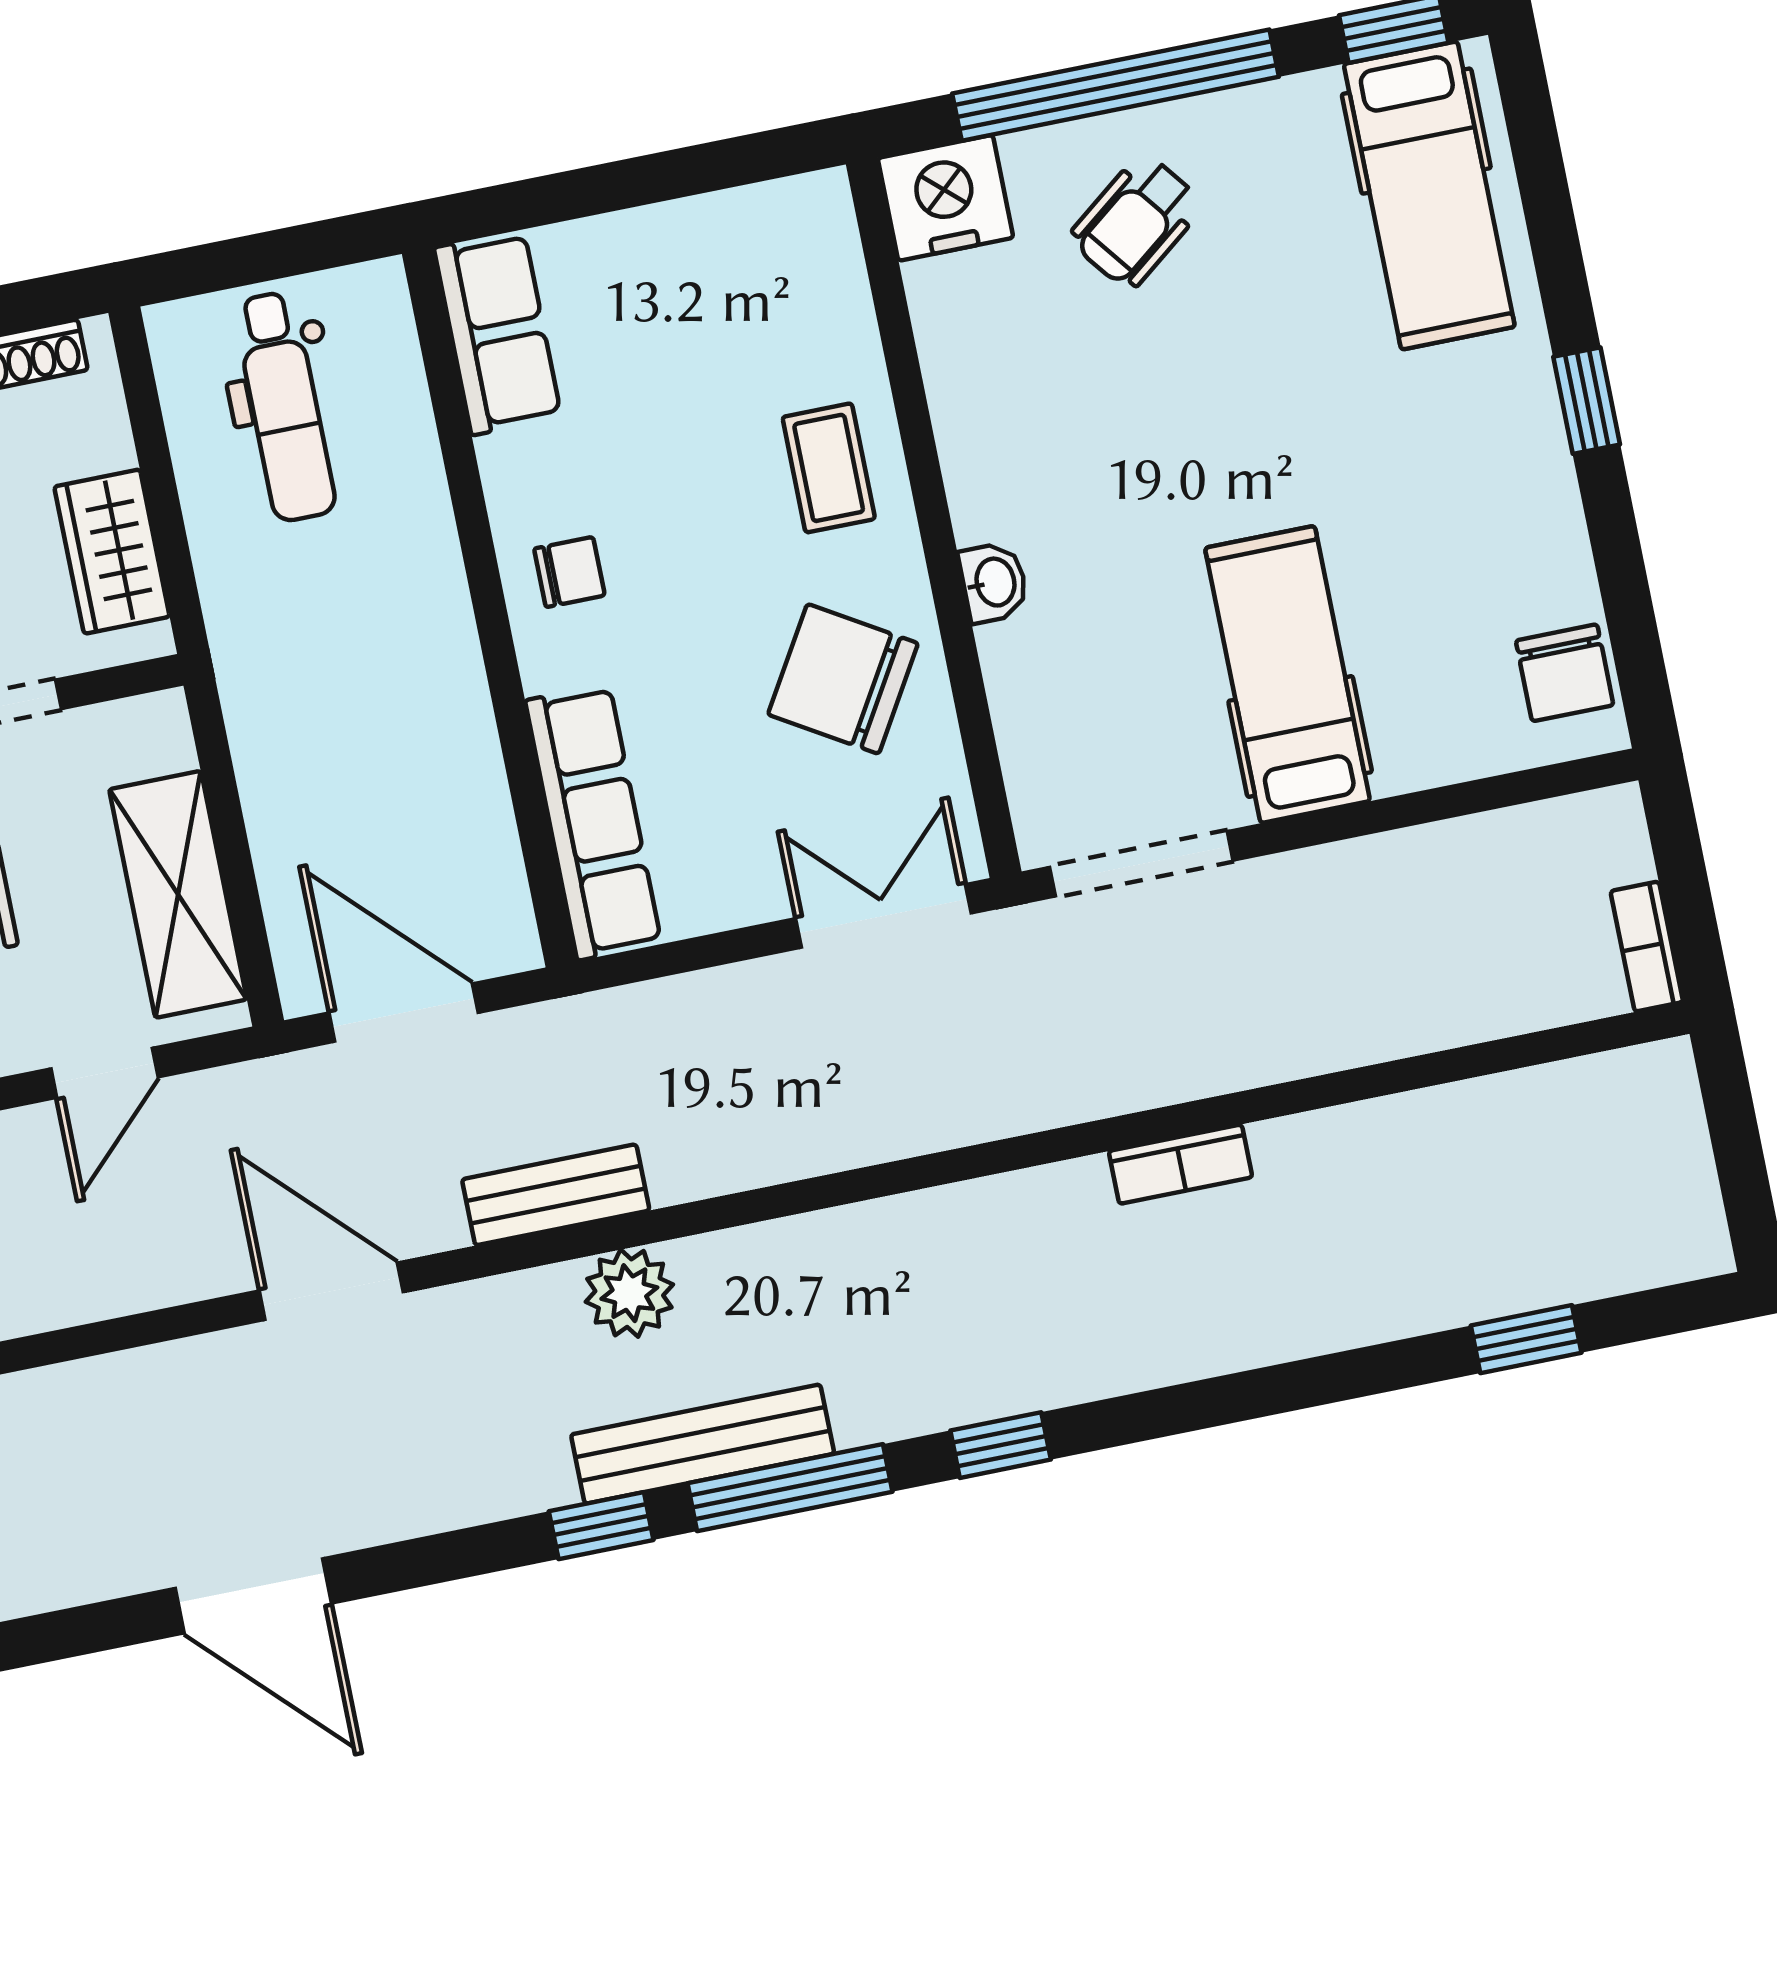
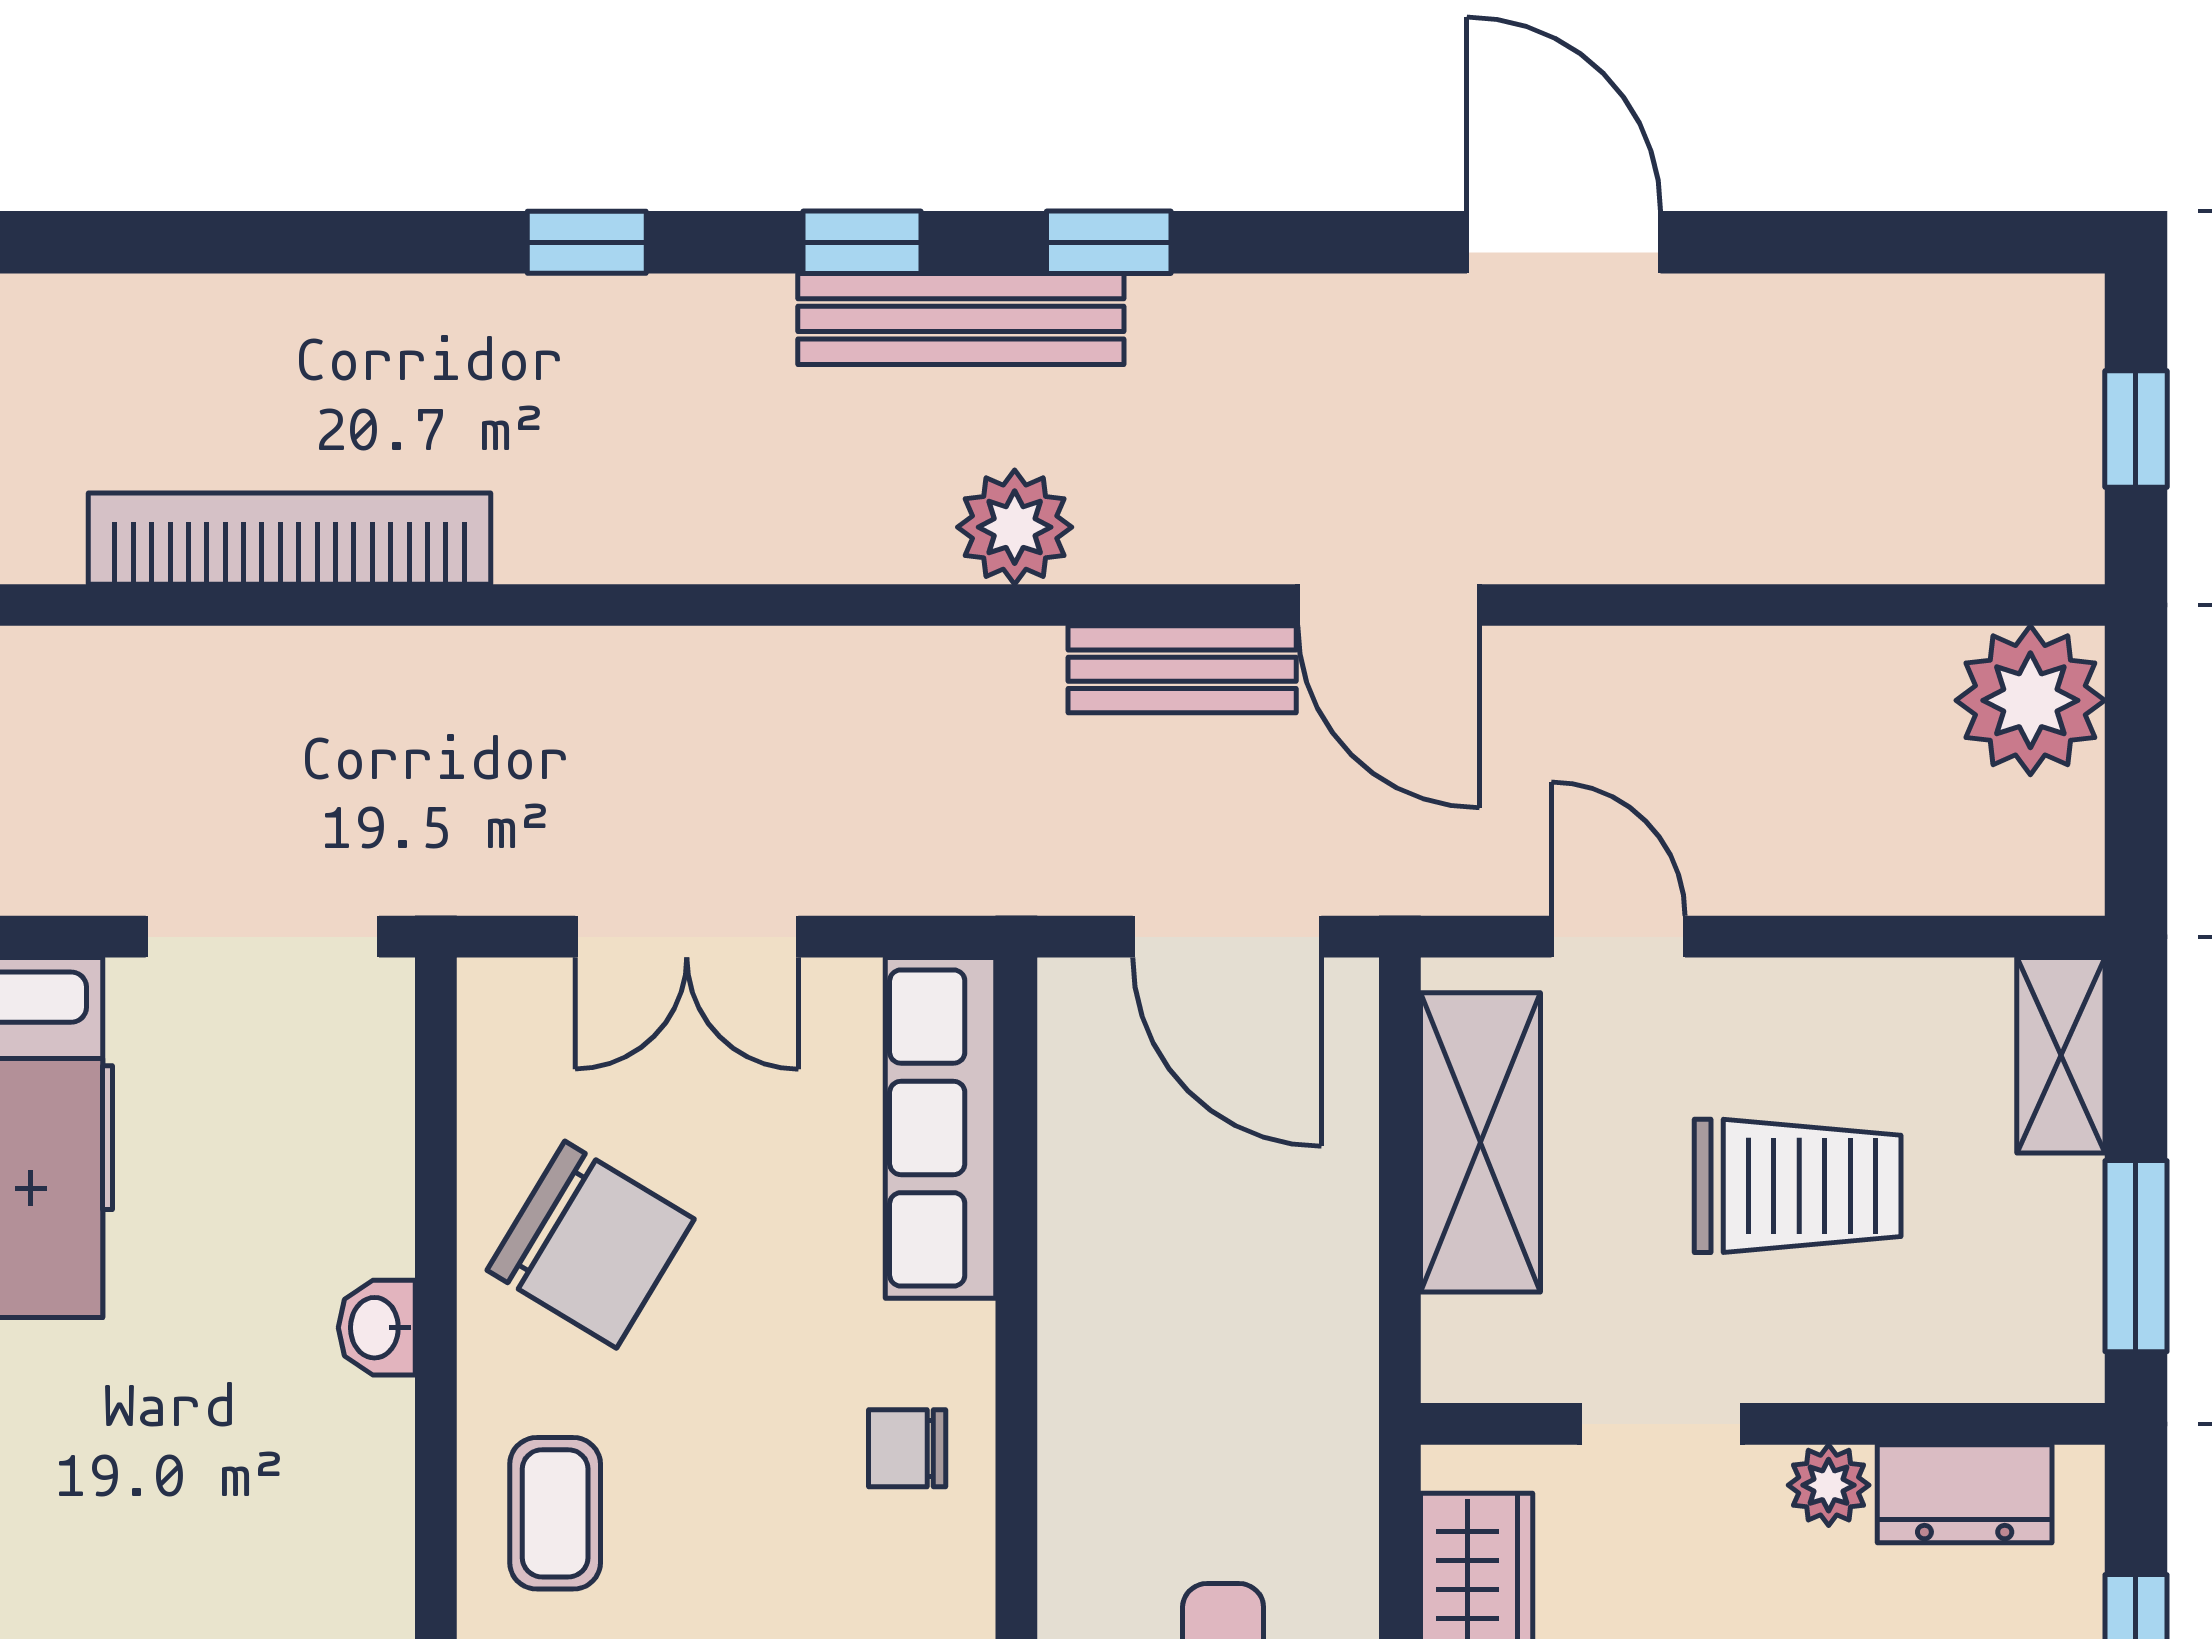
double door: (883, 916) -> (687, 937), moved
door: (104, 1073) -> (1618, 937), hinge flipped
bookcase: (1180, 1164) -> (290, 539), width x2.31, depth x1.31
bench: (556, 1195) -> (1182, 669), moved
window: (790, 1488) -> (862, 242), width x0.46

